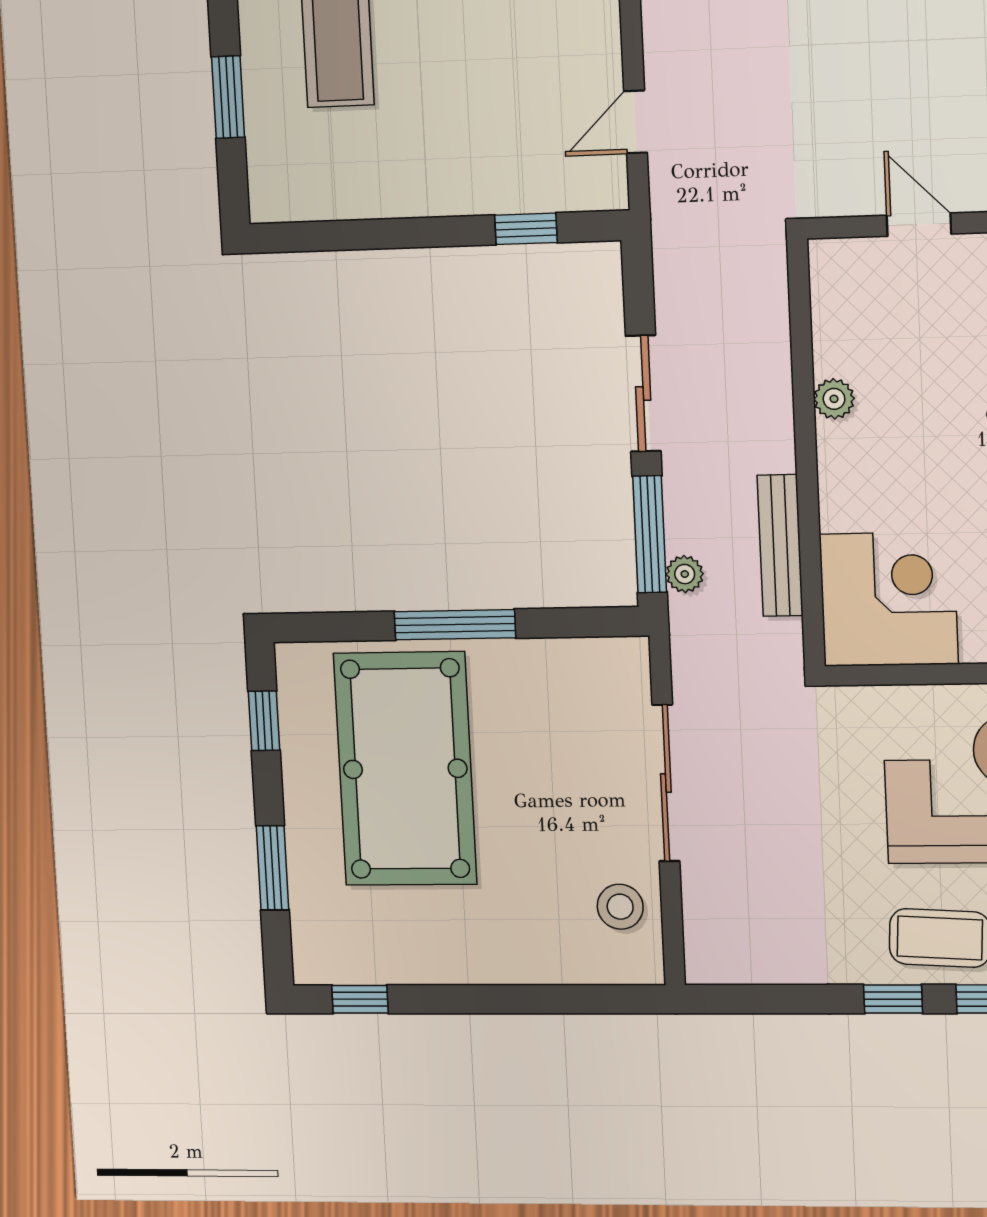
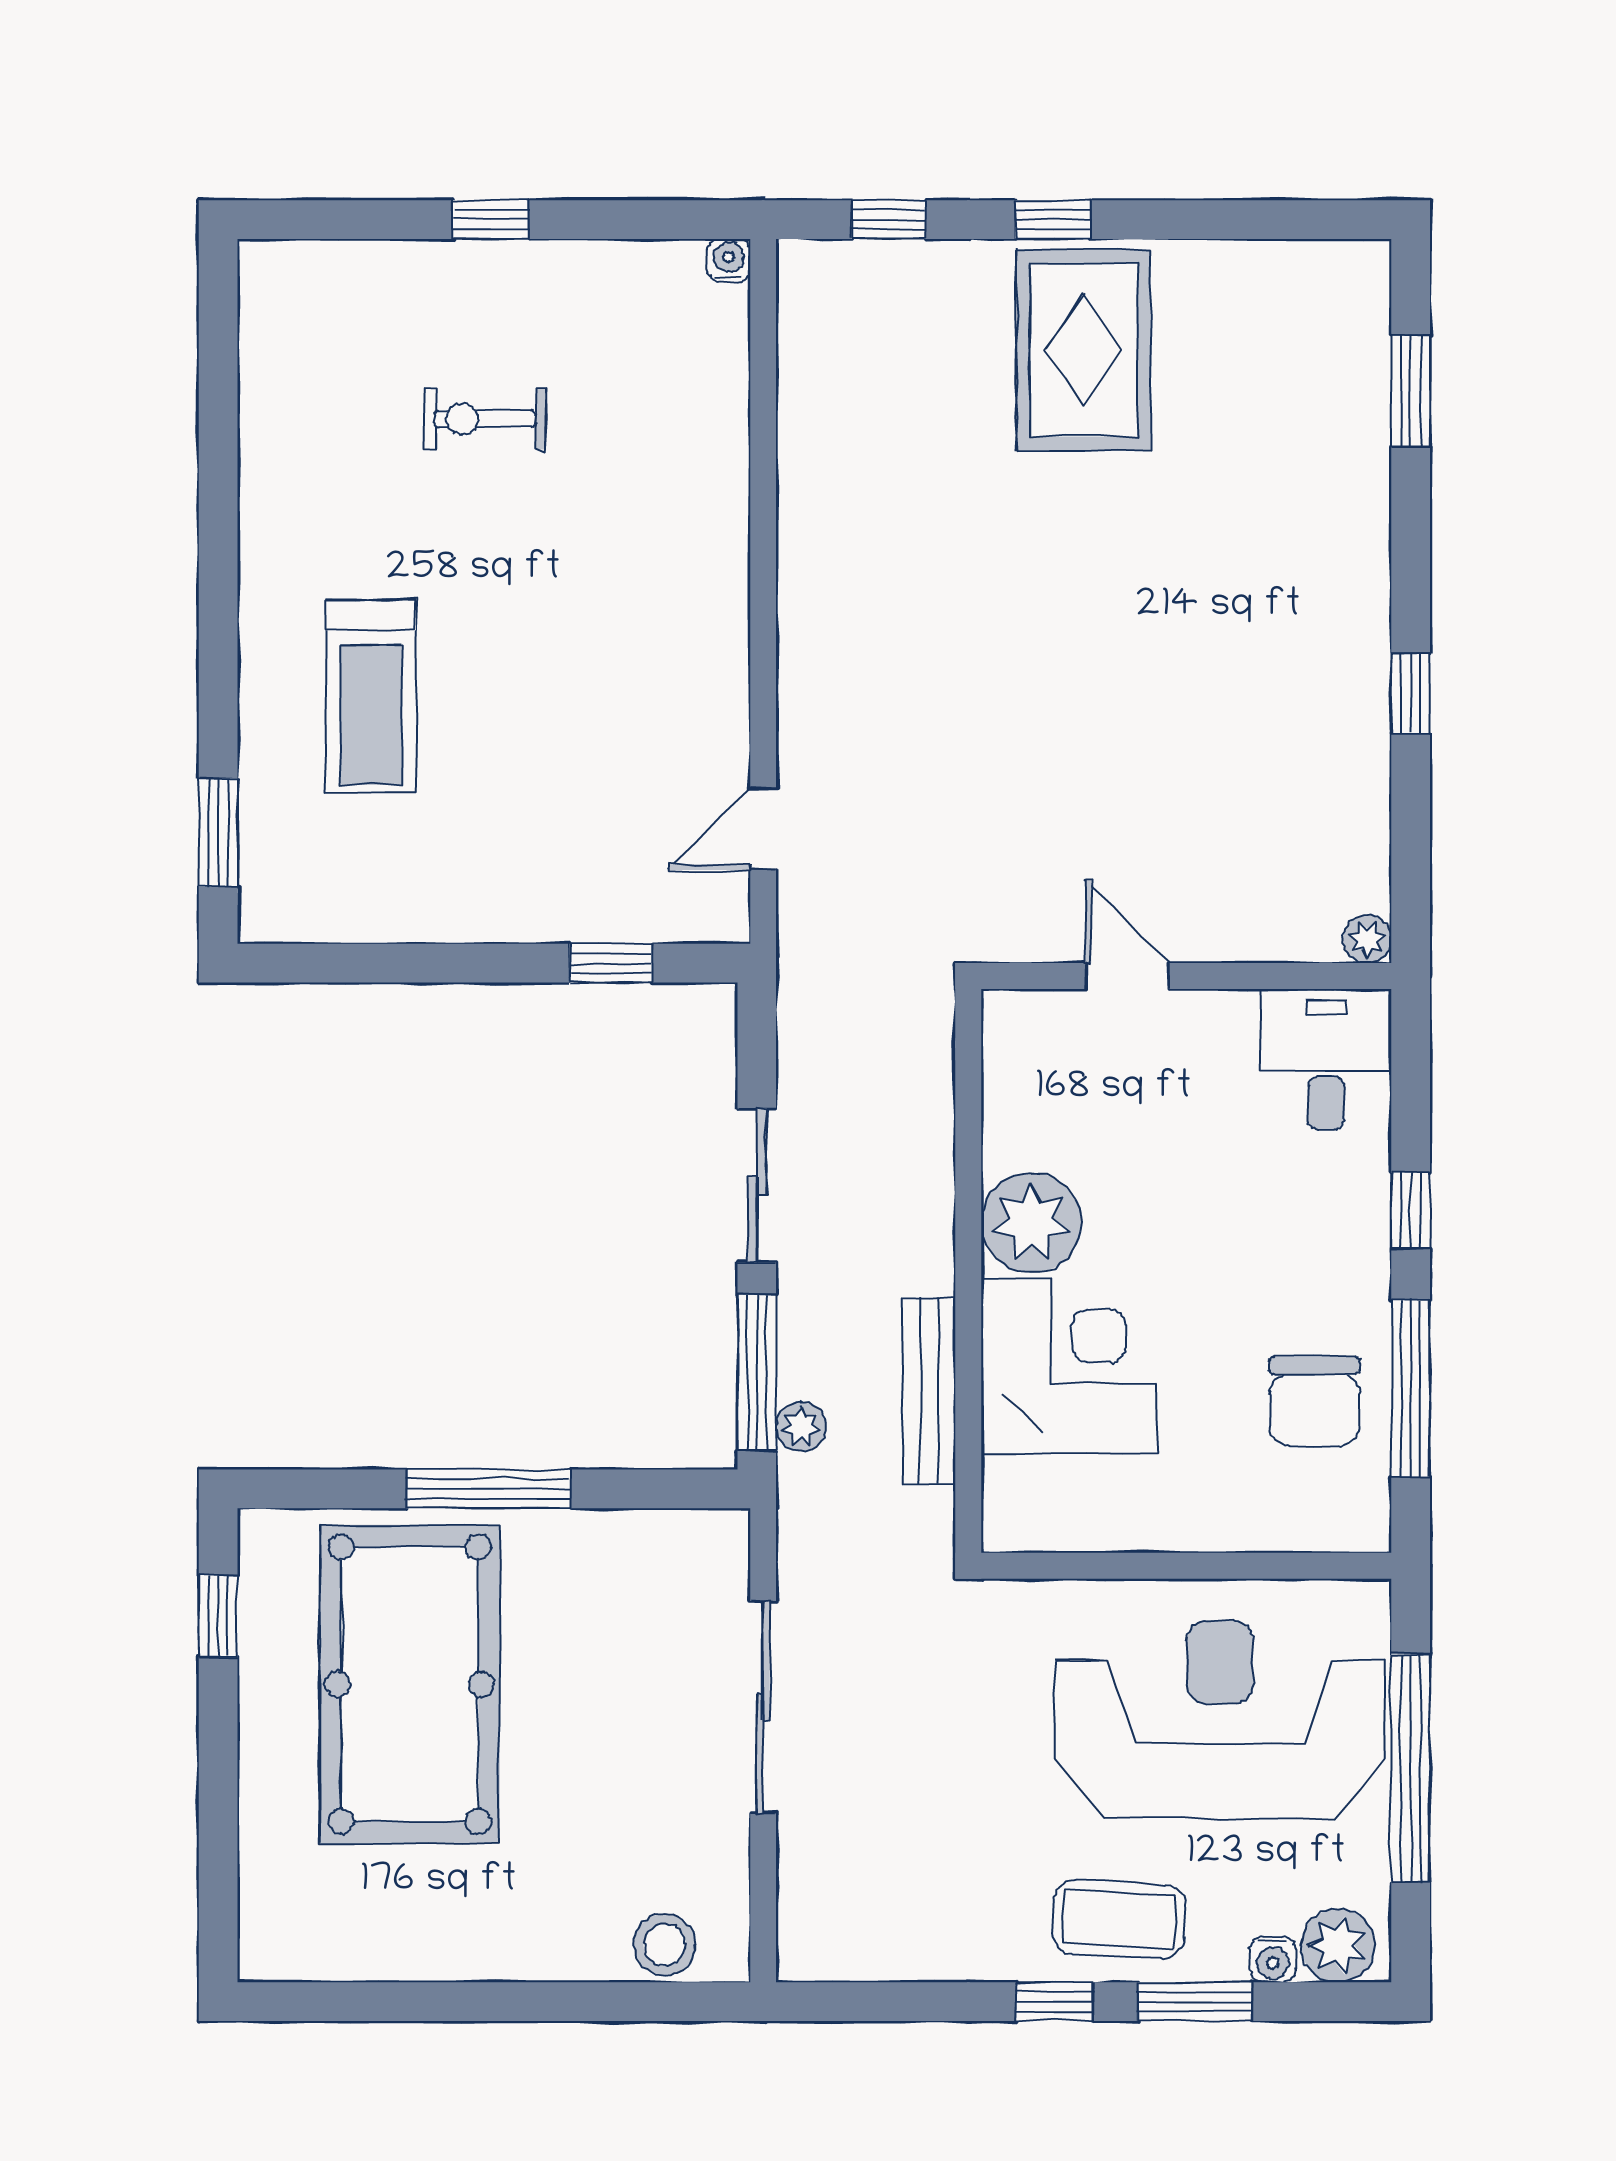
window: (228, 97) -> (218, 833), moved
plant: (834, 399) -> (1031, 1223), width x1.87, depth x1.87
corner desk: (889, 599) -> (1069, 1366), moved
window: (273, 868) -> (218, 1819), removed
stool: (620, 907) -> (665, 1945), moved
window: (360, 999) -> (330, 2002), removed

